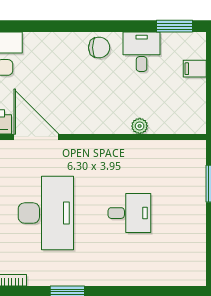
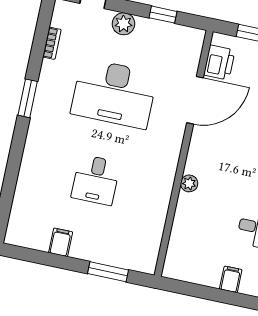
plant: (140, 126) -> (189, 183), moved
filing cabinet: (194, 233) -> (61, 242), added

